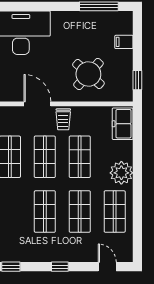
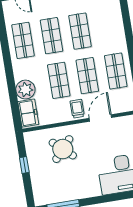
filing cabinet: (124, 42) -> (38, 180), removed
window: (137, 80) -> (24, 165), moved
door: (37, 104) -> (100, 118), swing flipped
plant: (121, 173) -> (25, 90), moved

